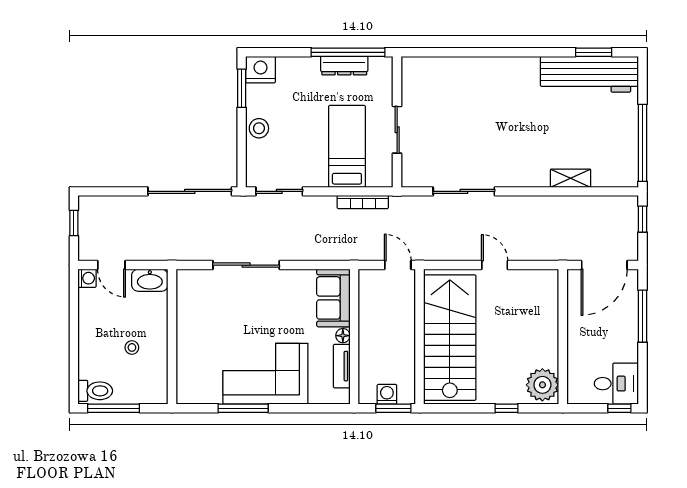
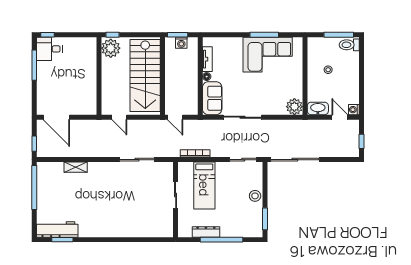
window: (348, 52) -> (222, 240), moved
nightstand: (261, 70) -> (254, 230), removed
workbench: (589, 74) -> (57, 230), width x0.73, depth x0.76
sliding door: (246, 265) -> (243, 117), moved
door: (604, 265) -> (56, 117), swing flipped
plant: (190, 283) -> (294, 107), added
window: (643, 316) -> (34, 65), moved
wall: (563, 337) -> (99, 76), moved
corner sofa: (265, 374) -> (268, 55), moved
plant: (542, 385) -> (111, 48), moved

